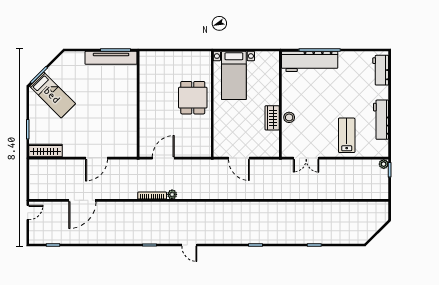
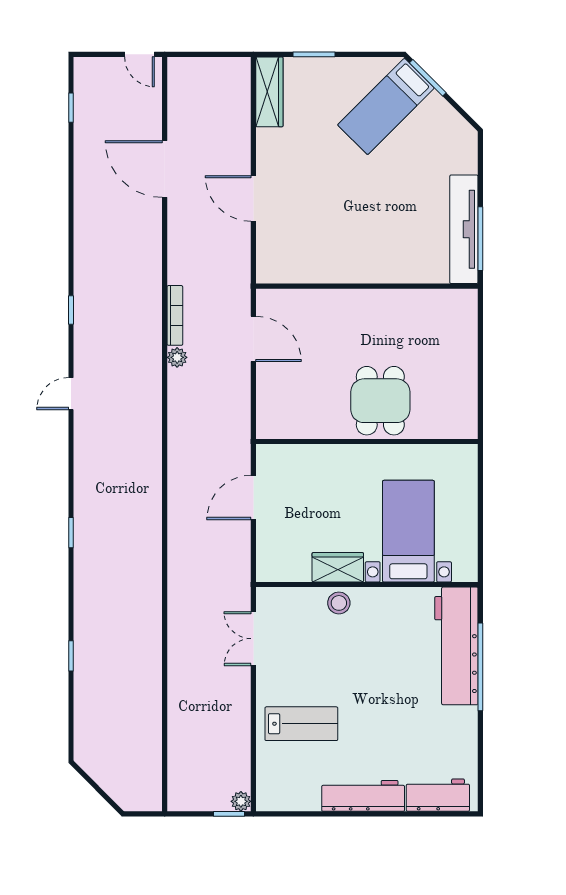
bed with nightstands: (234, 75) -> (408, 531), moved, turned 90
dining table: (193, 98) -> (380, 401), turned 90
workbench: (381, 120) -> (363, 796), moved

